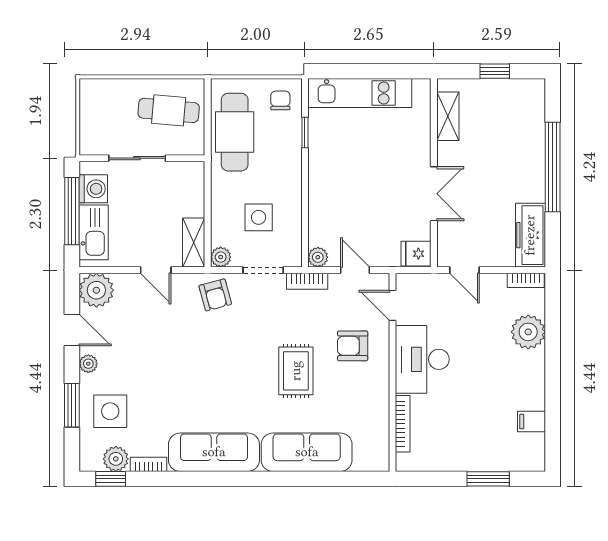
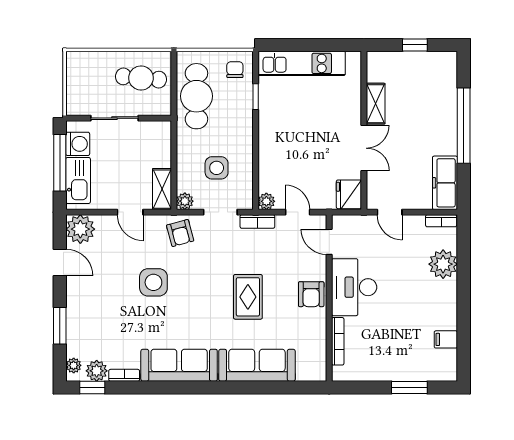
shelving: (448, 116) -> (376, 104), moved
fridge: (416, 254) -> (349, 194), width x1.38
armchair: (353, 346) -> (311, 294), moved, turned -90
plant: (88, 364) -> (74, 365), moved
side table: (110, 411) -> (153, 282), moved

